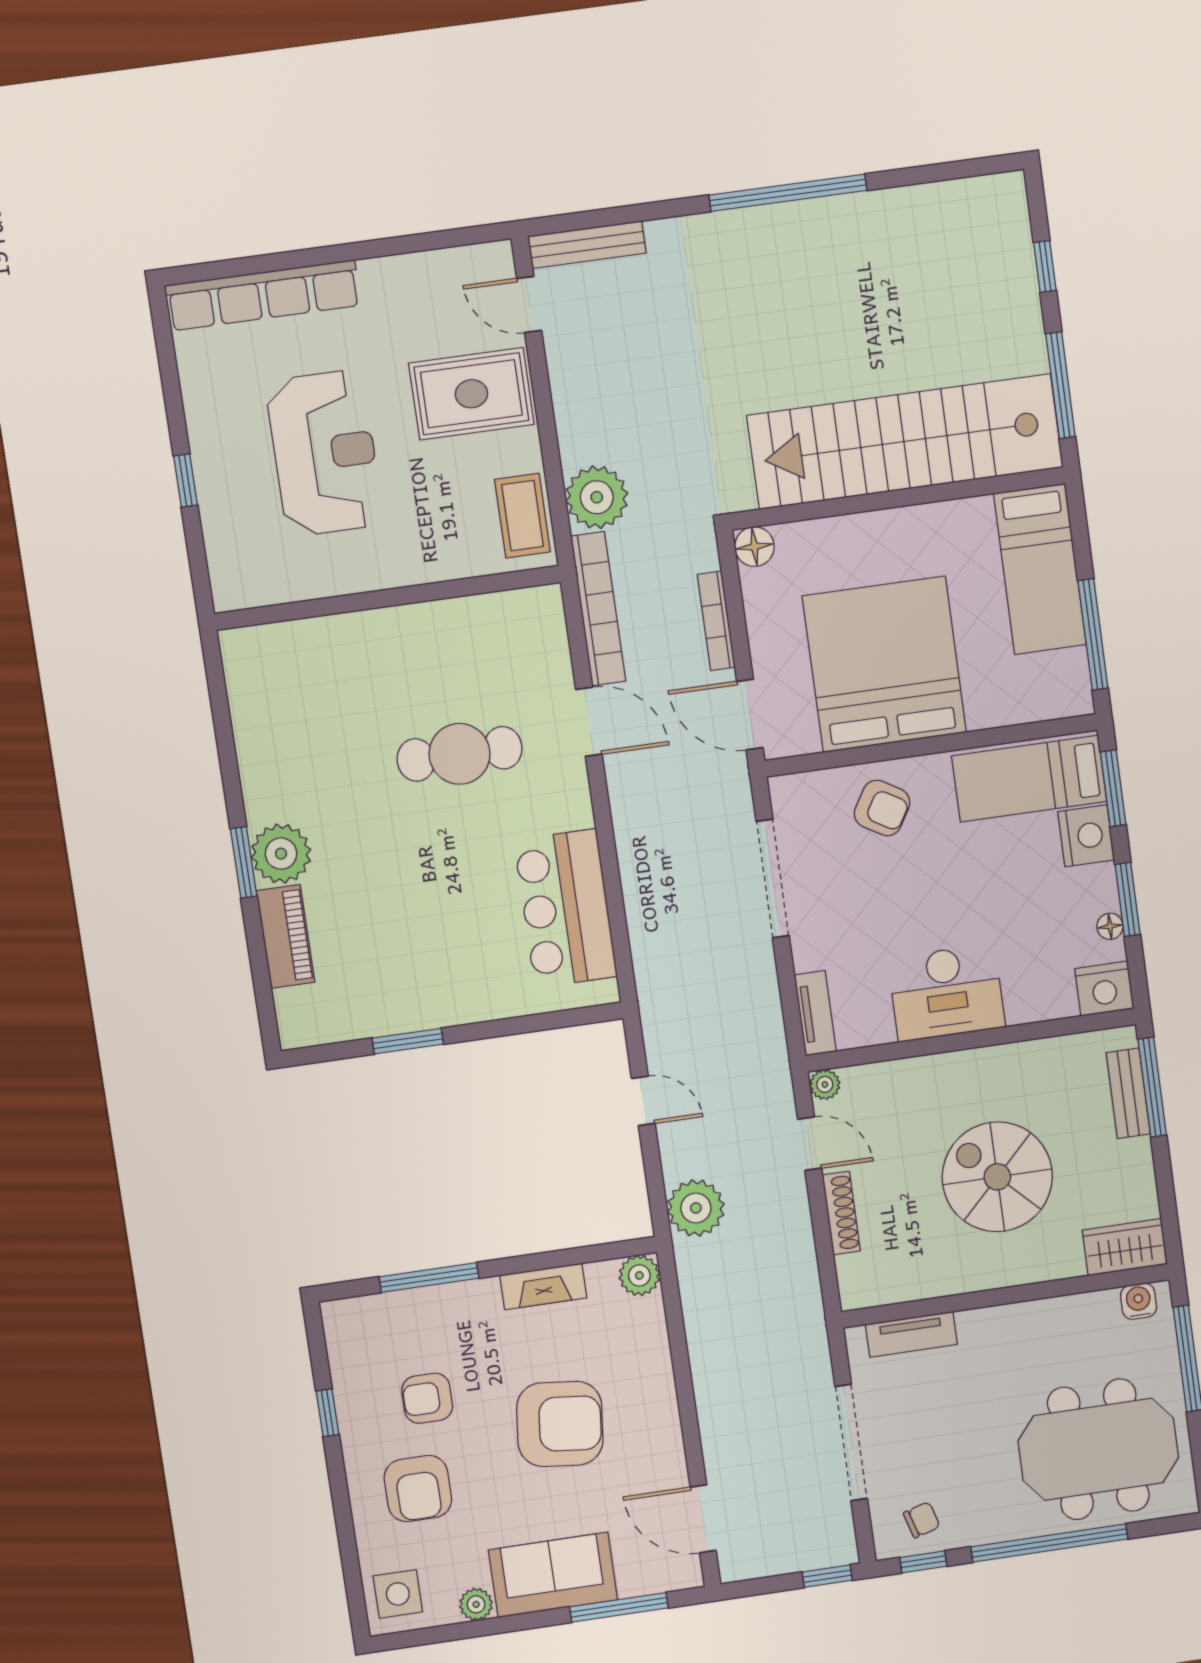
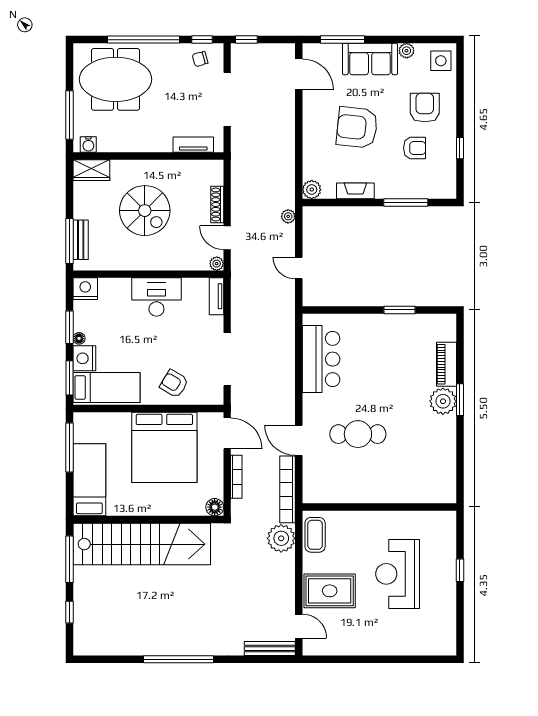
row of seats: (263, 295) -> (414, 646), removed
floor lamp: (1110, 926) -> (79, 338), moved
plant: (696, 1208) -> (288, 216), width x0.53, depth x0.53

